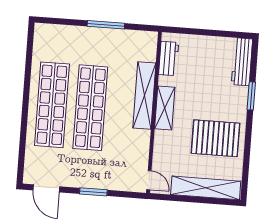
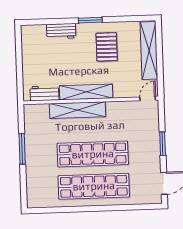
workbench: (242, 62) -> (61, 31), moved, width x0.73
window: (251, 96) -> (90, 20), moved
shelving: (165, 108) -> (86, 92), width x1.47
pallet: (215, 138) -> (107, 47), width x0.73, depth x0.71

